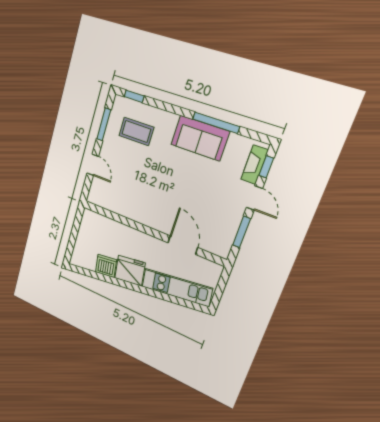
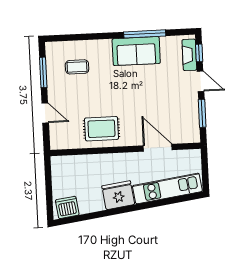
window: (134, 96) -> (64, 38), removed
coffee table: (136, 131) -> (77, 67), width x0.73, depth x0.77
rug: (137, 202) -> (101, 129), added
dishwasher: (106, 266) -> (67, 207), moved

